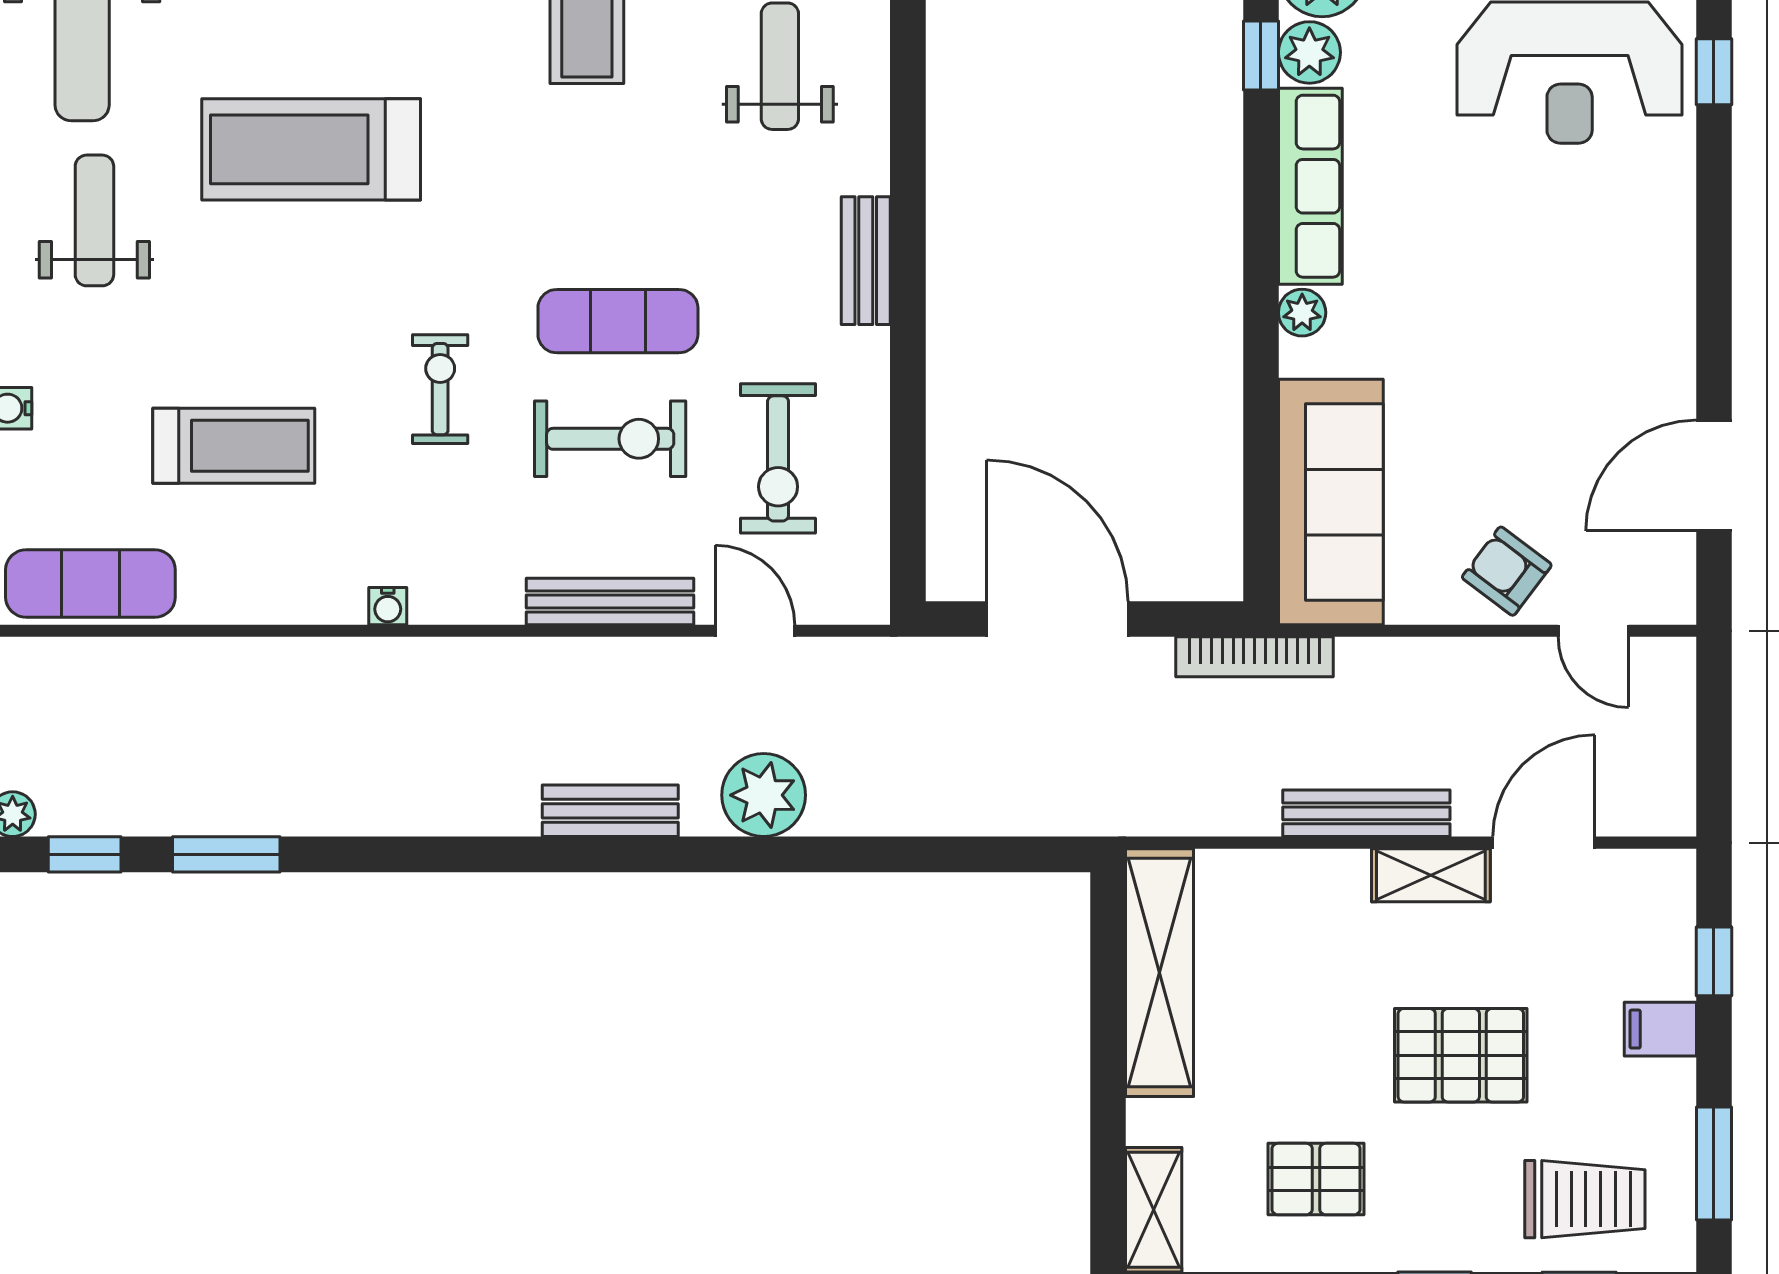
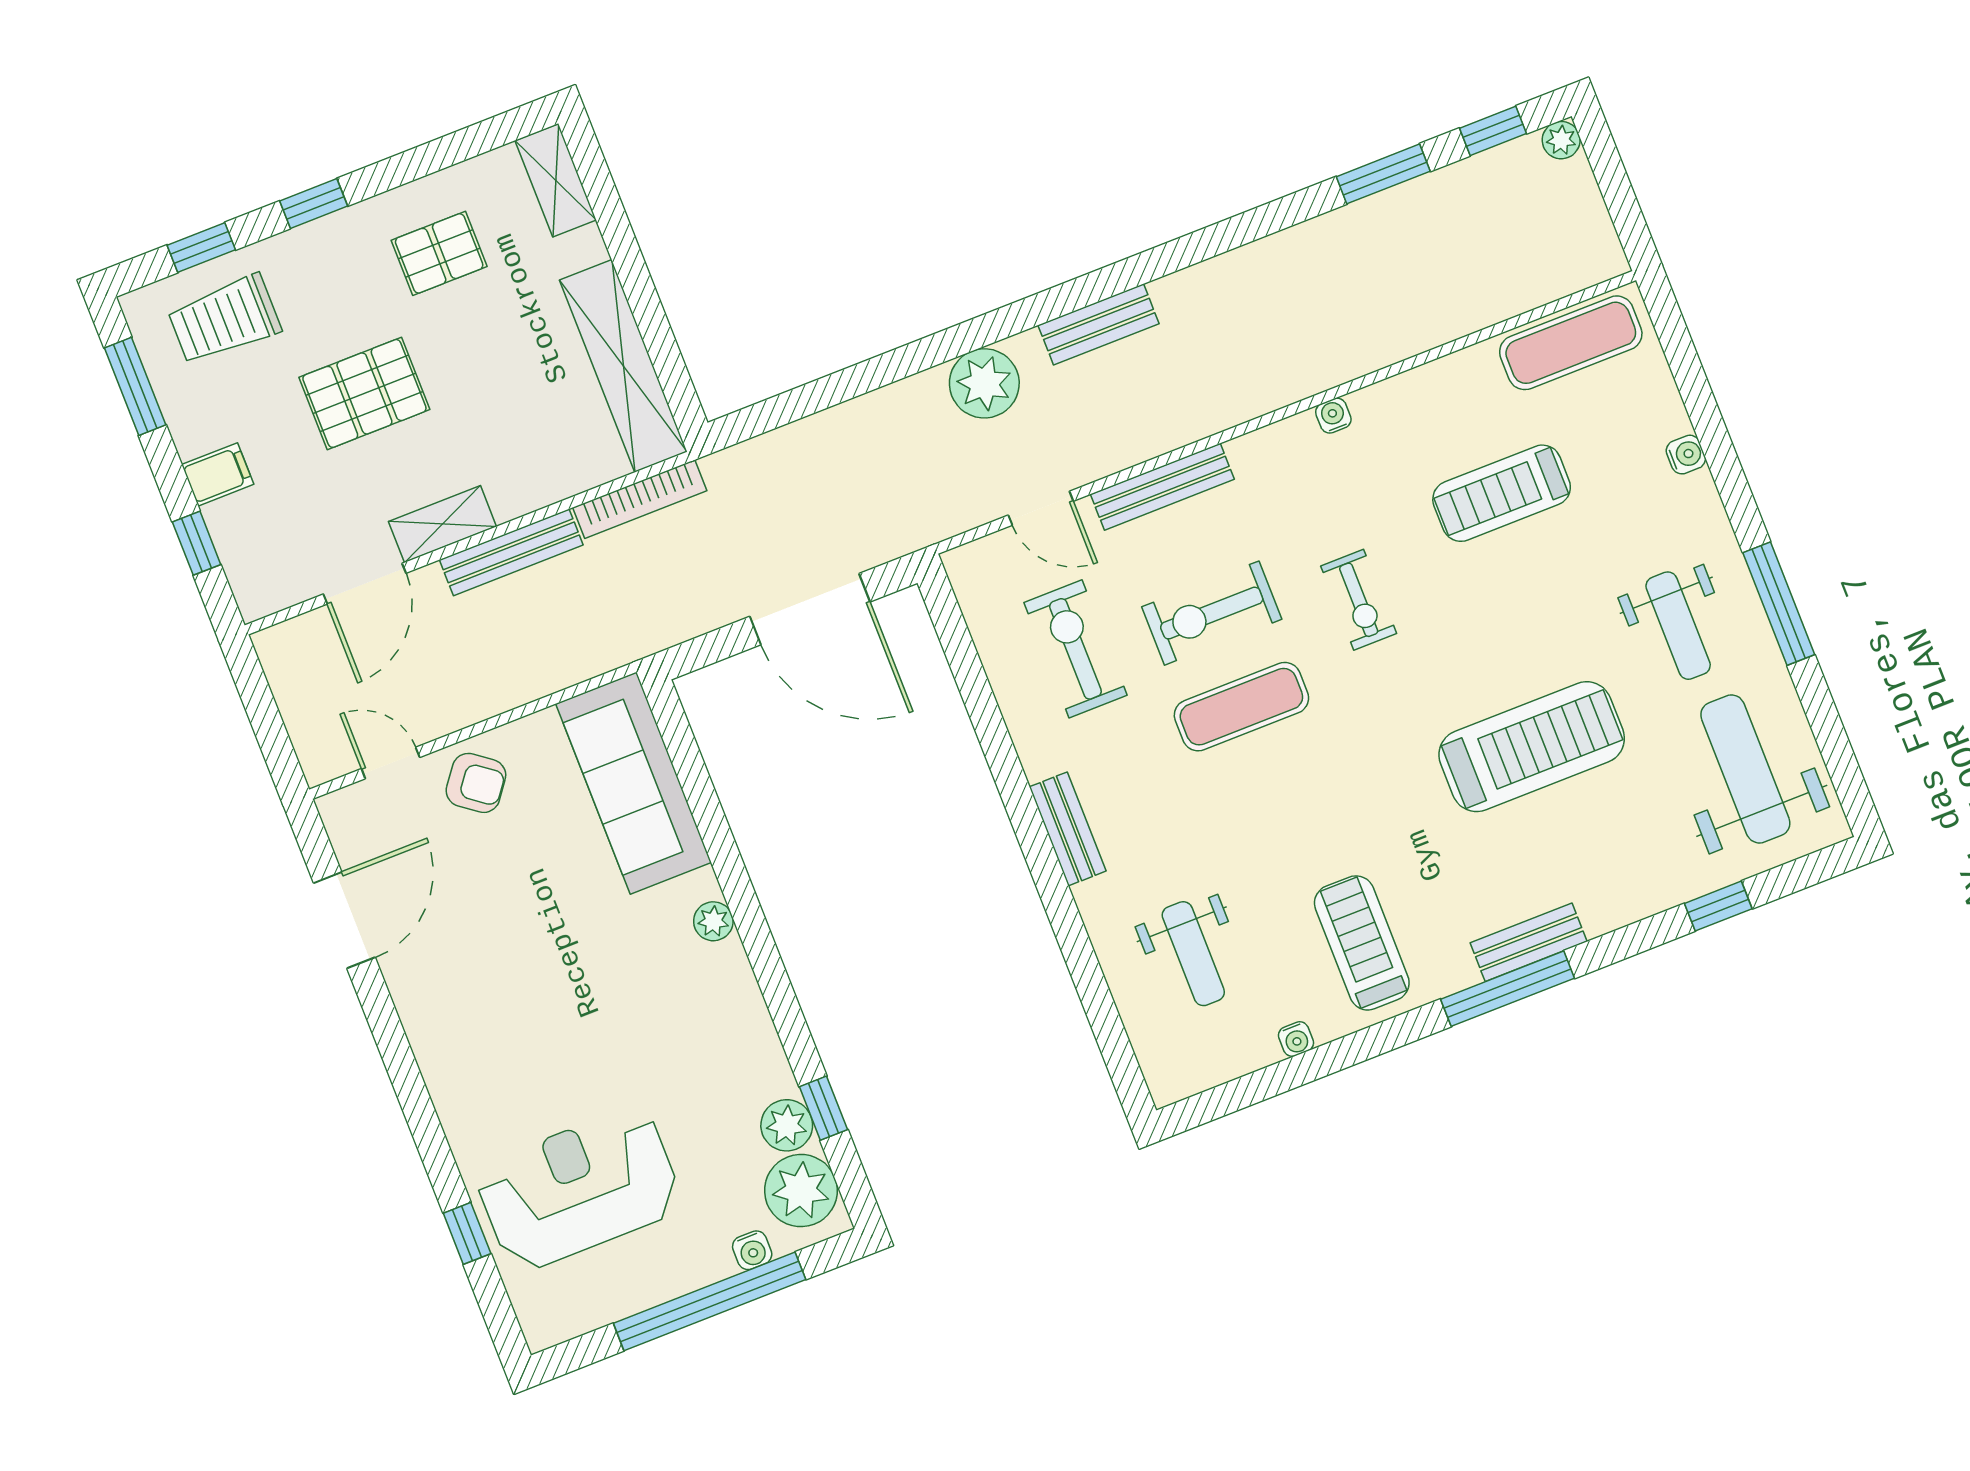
row of seats: (1310, 186) -> (745, 1022), removed
bookcase: (1255, 657) -> (640, 499), moved, turned 180

